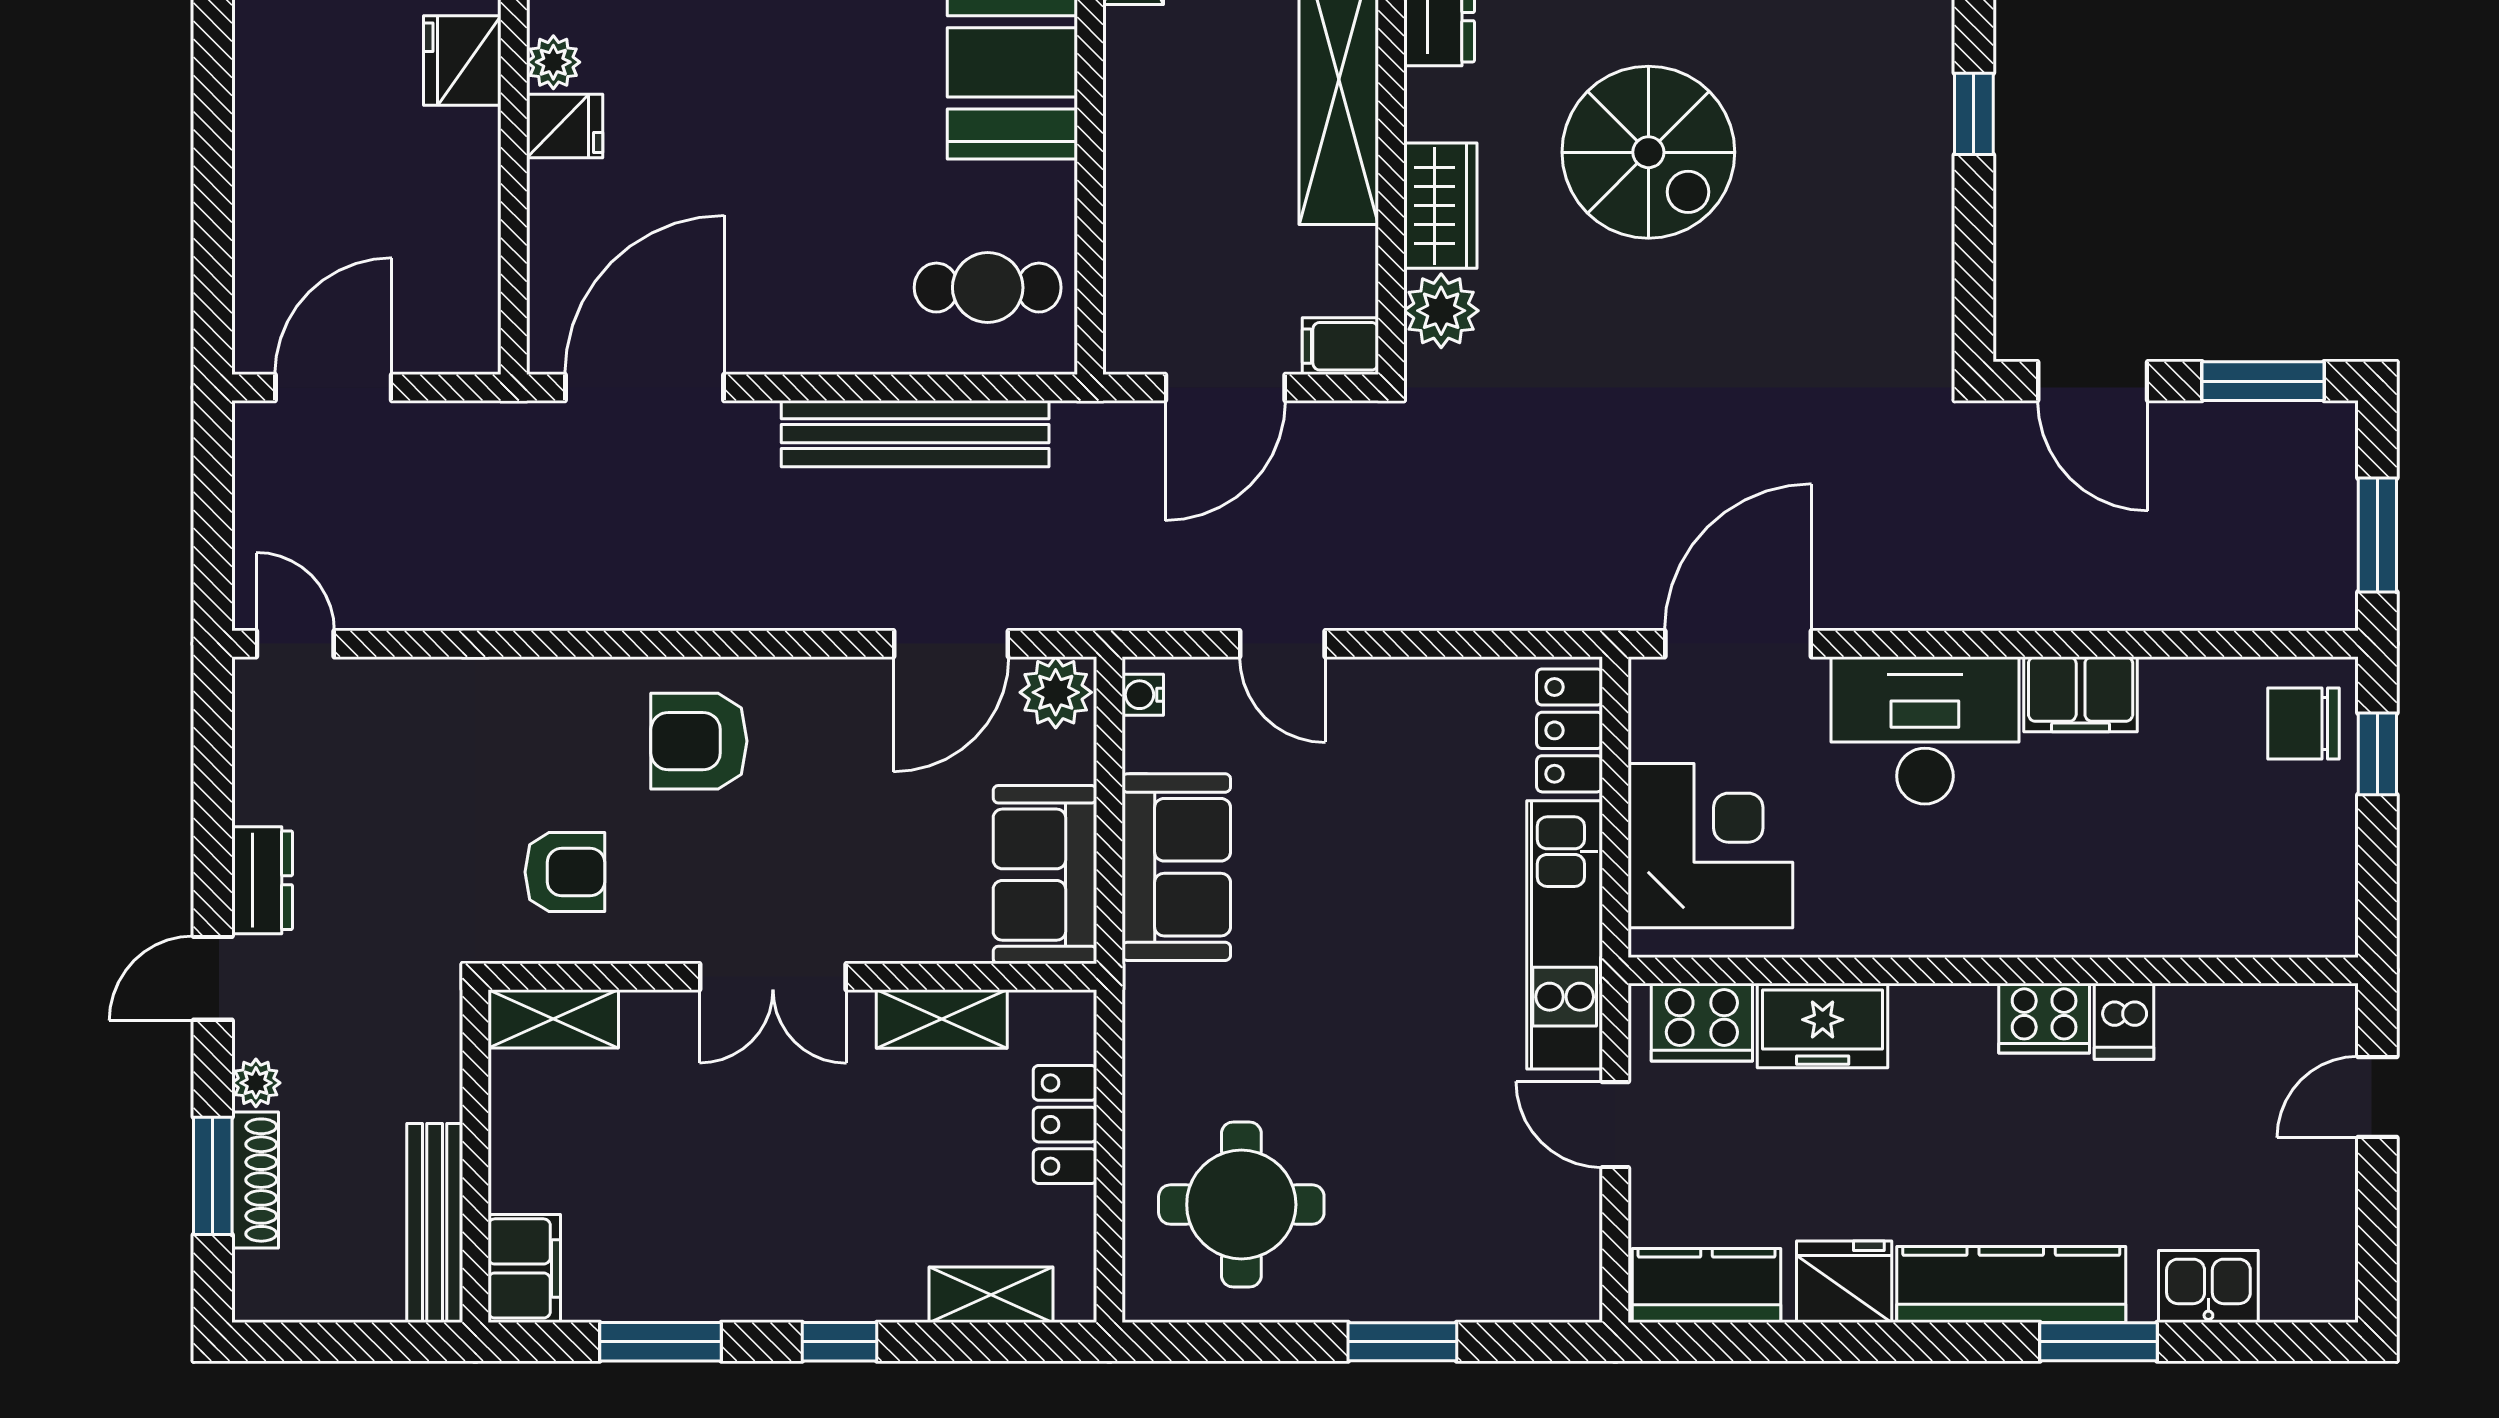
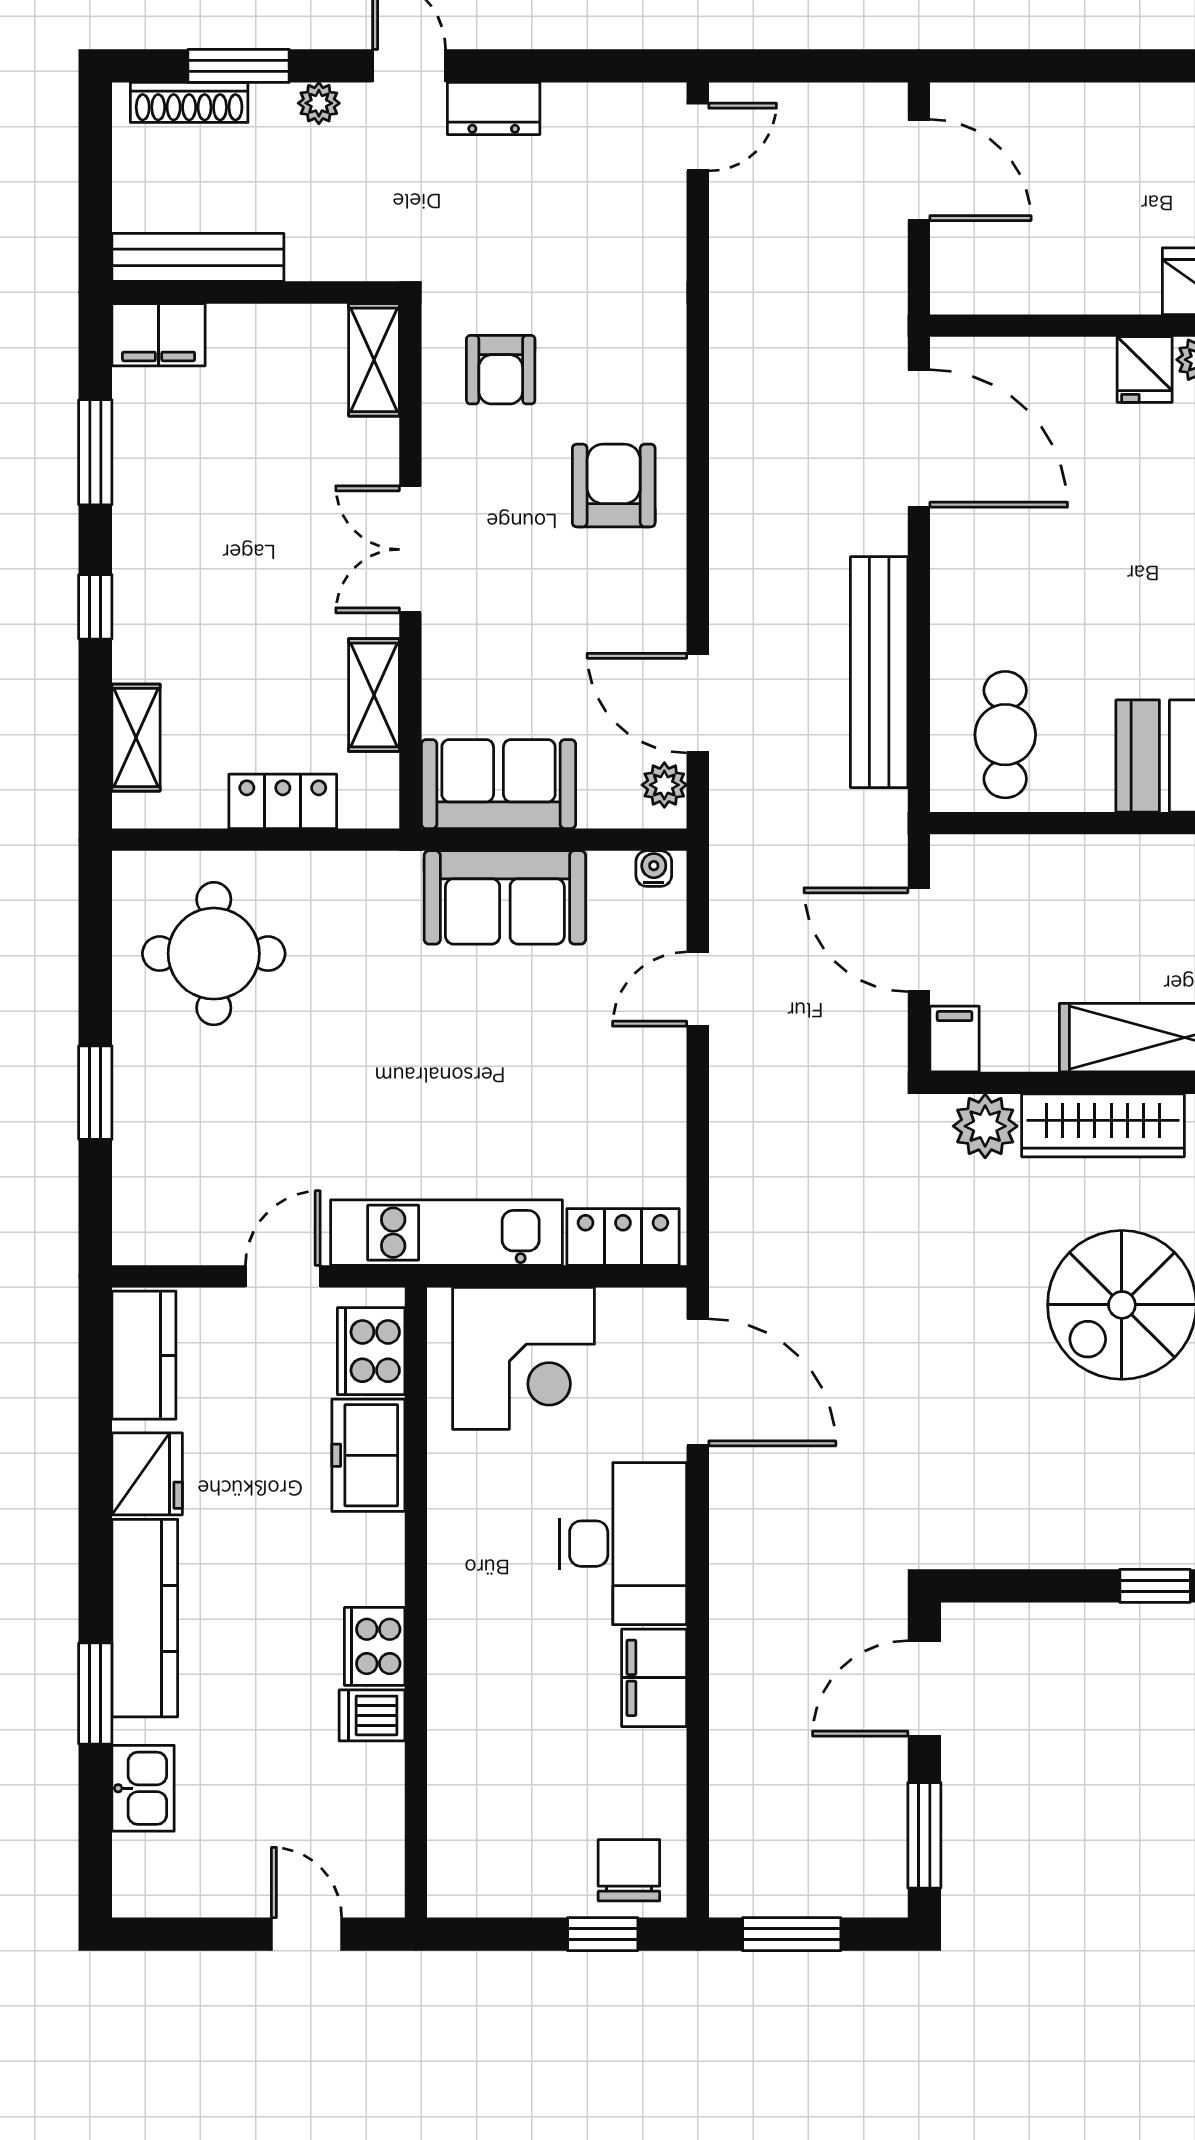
wardrobe: (1440, 206) -> (1103, 1125), width x1.50
plant: (1056, 692) -> (664, 785), width x0.73, depth x0.73
shoe rack: (255, 1180) -> (189, 102), moved

